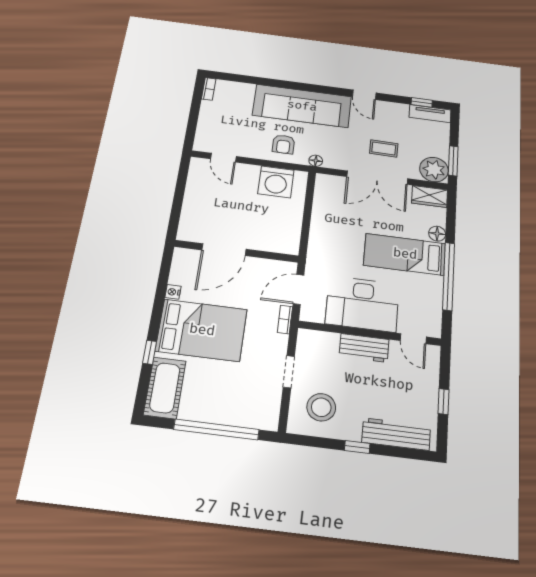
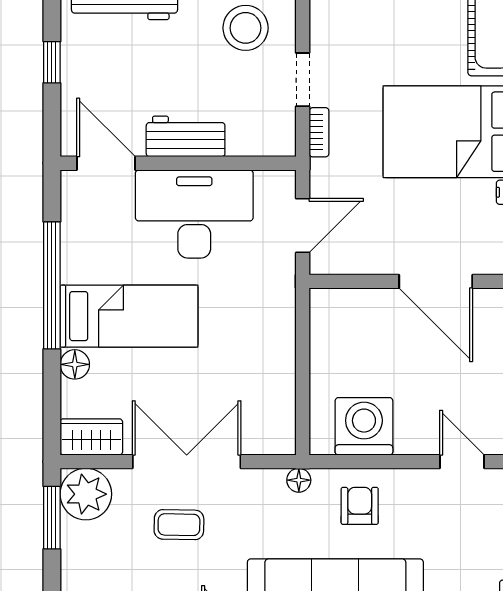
door: (224, 250) -> (436, 281), swing flipped
bookcase: (285, 319) -> (319, 132), moved
door: (413, 339) -> (106, 163), width x1.38

